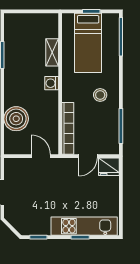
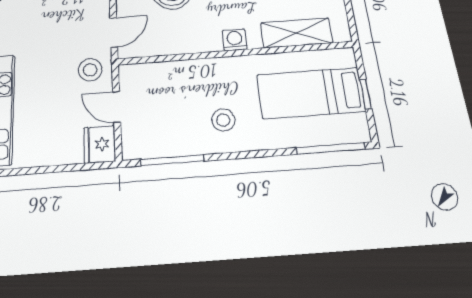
shelving: (52, 52) -> (296, 33), width x1.50, depth x1.33
bookcase: (68, 128) -> (162, 71), removed
stool: (64, 171) -> (90, 70), added

